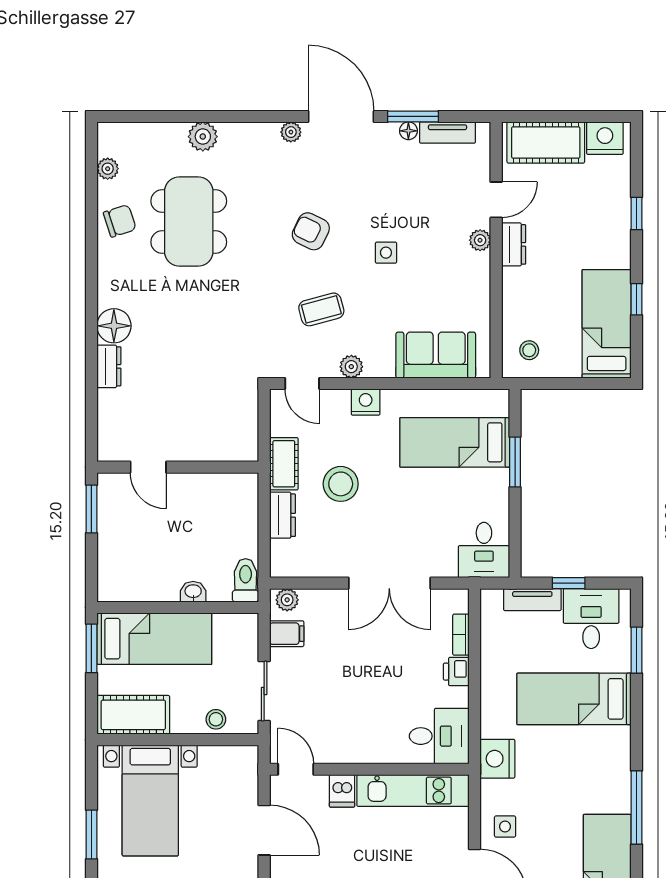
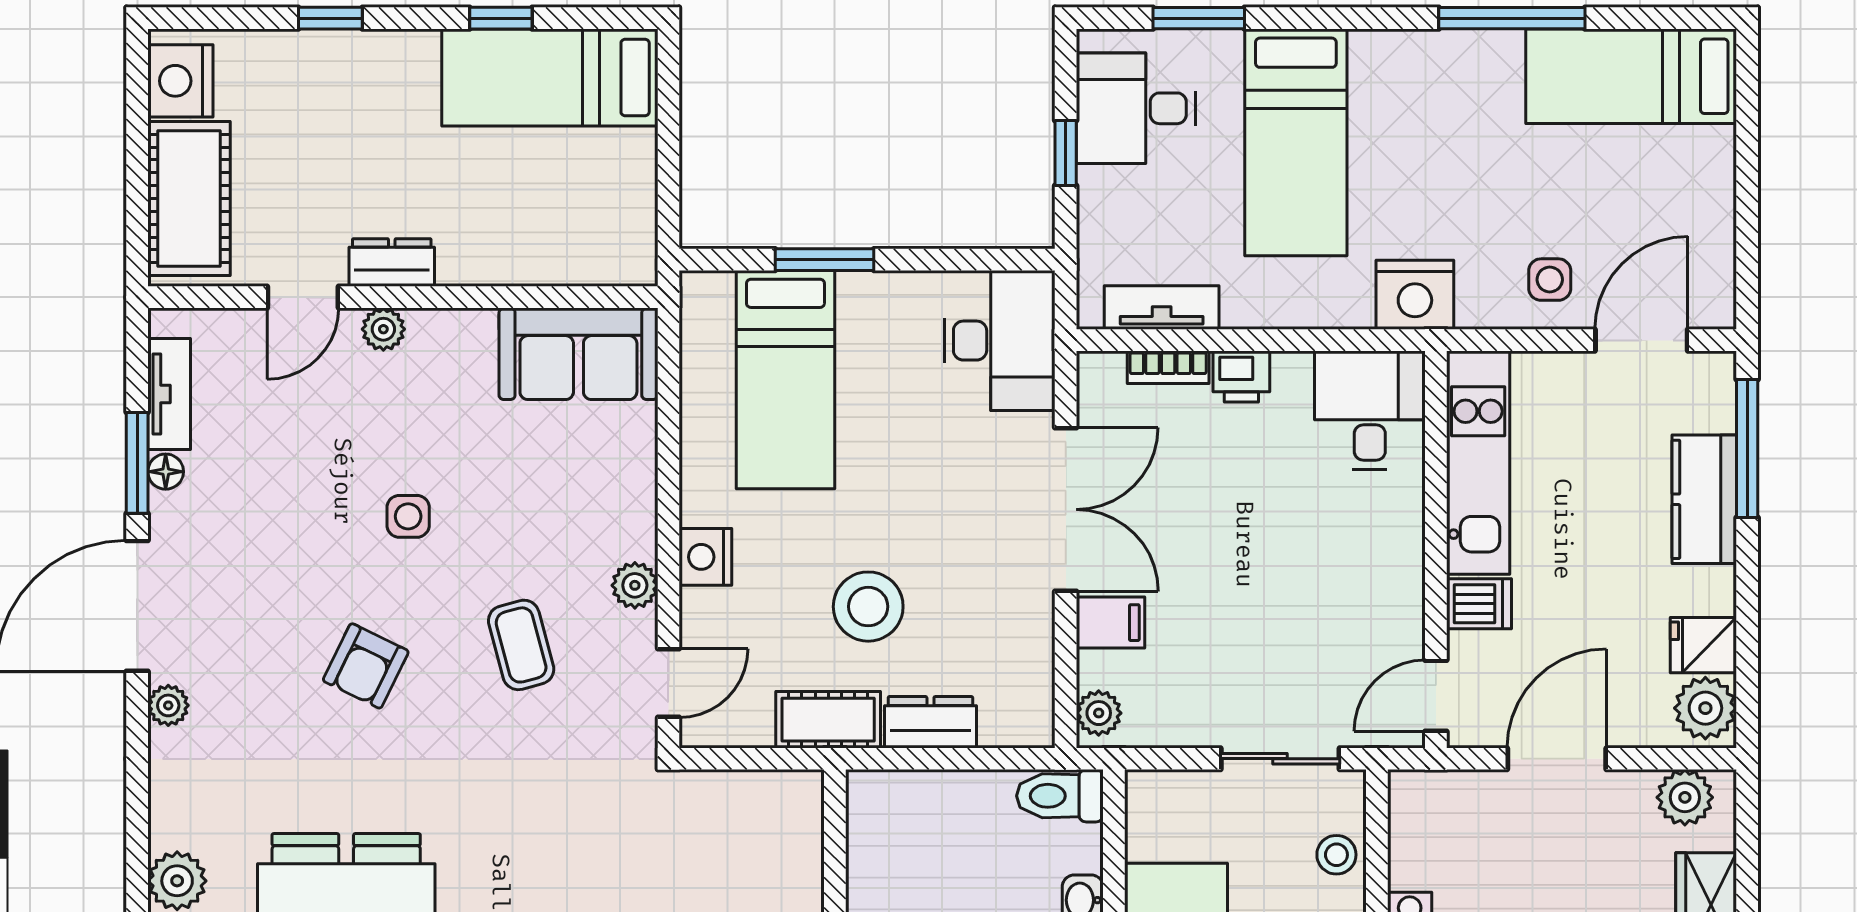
door: (496, 200) -> (303, 297), swing flipped
stool: (529, 350) -> (602, 232), removed
sofa: (436, 355) -> (578, 354), moved, turned -90
desk: (484, 550) -> (1000, 341), width x1.37
tv unit: (532, 600) -> (1162, 308), moved, turned -90
filing cabinet: (287, 634) -> (1110, 623), moved, turned 90

